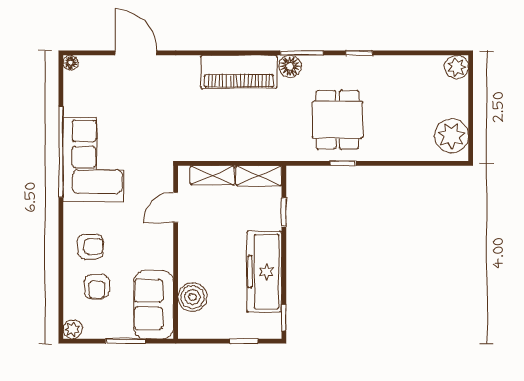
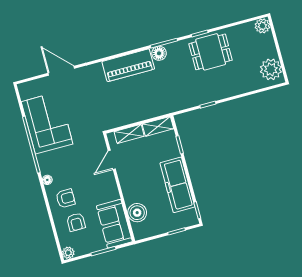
floor lamp: (71, 63) -> (47, 180), moved
dining table: (337, 120) -> (211, 52), moved, turned 90
corner sofa: (93, 160) -> (47, 123), moved

